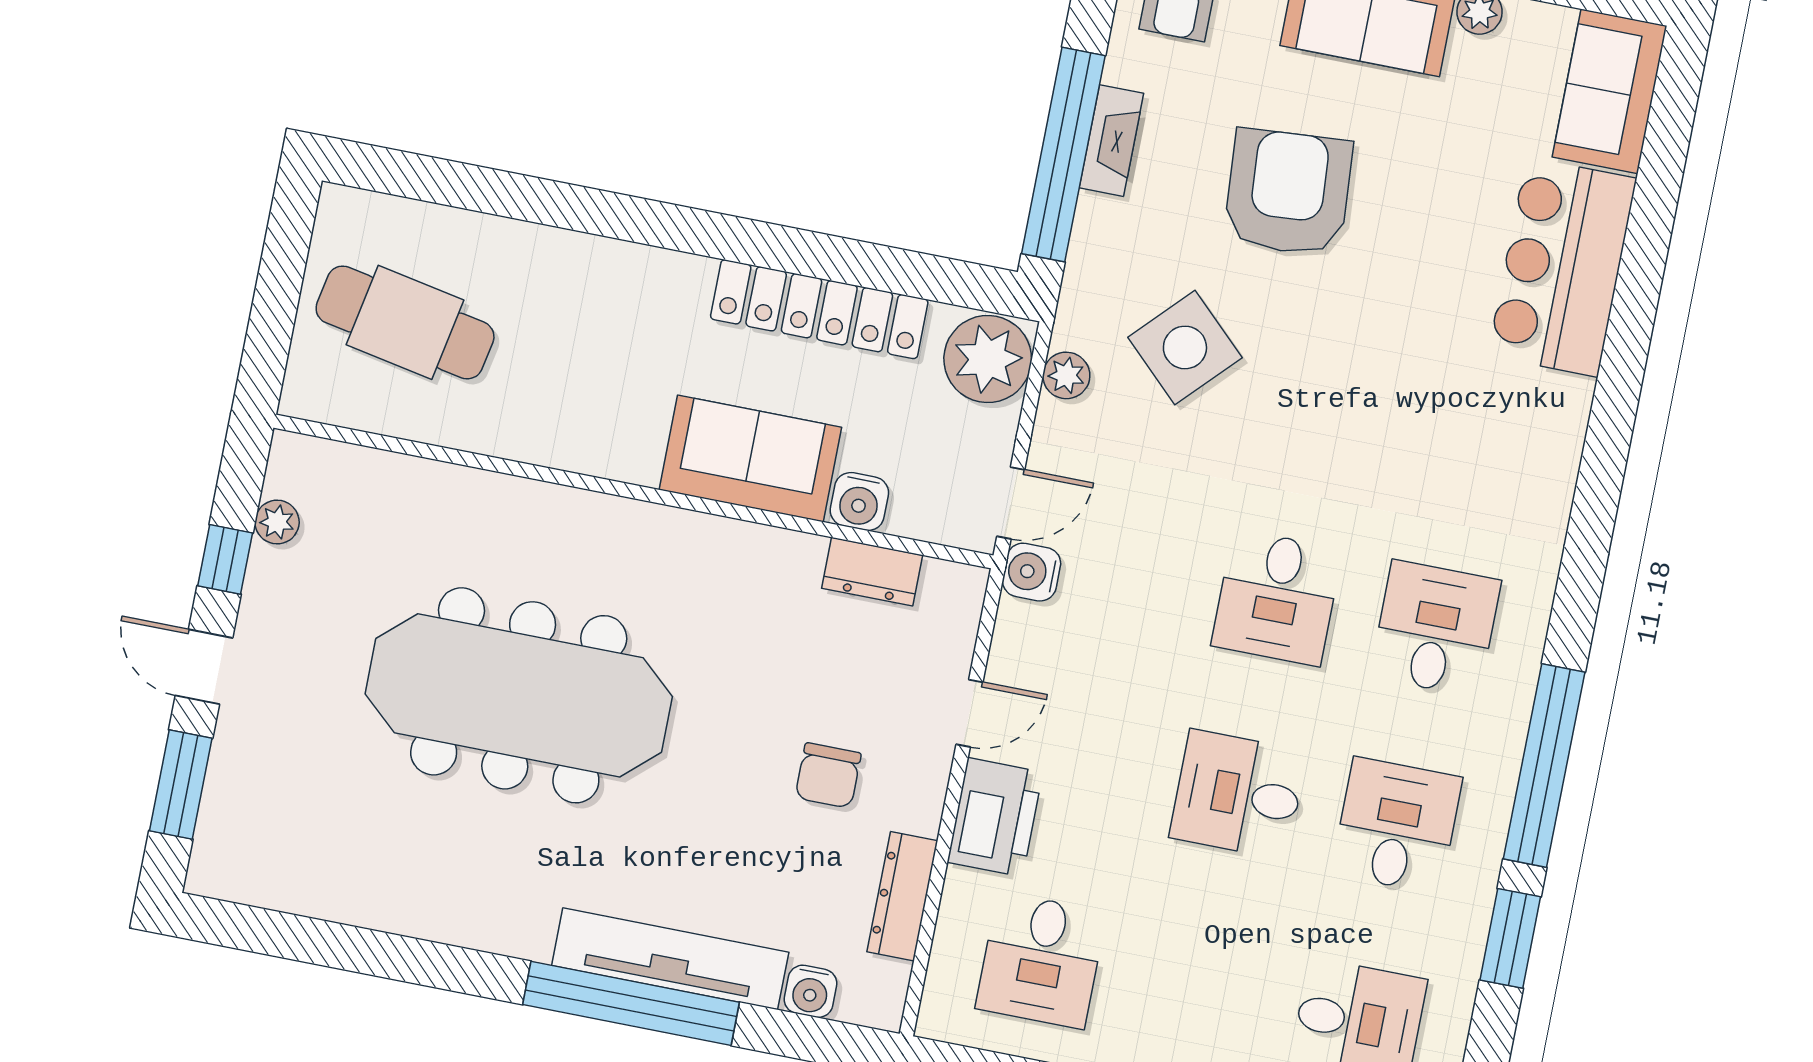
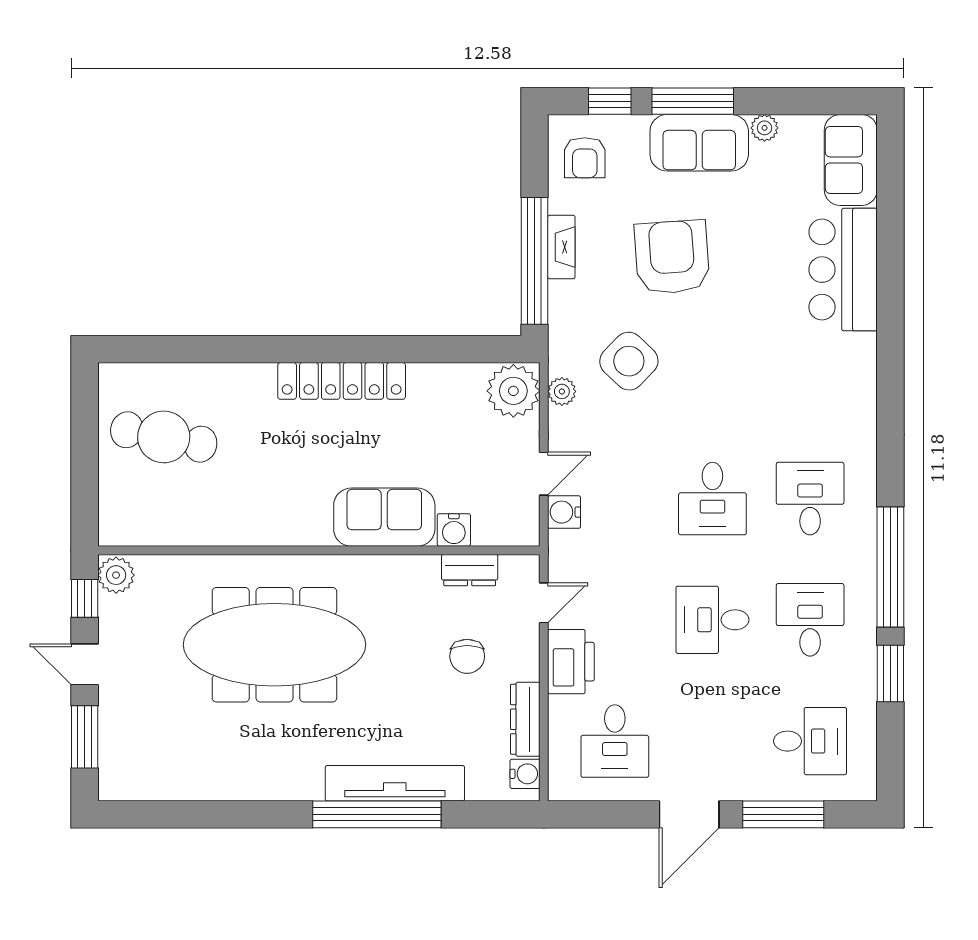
locker: (819, 309) -> (342, 381), moved
sofa: (750, 459) -> (384, 517), moved
wall: (633, 492) -> (319, 550), moved
water cooler: (859, 501) -> (454, 530), moved
plant: (277, 522) -> (116, 575), width x1.38, depth x1.38
dresser: (872, 572) -> (470, 570), moved
water cooler: (810, 991) -> (525, 774), moved, turned -90

